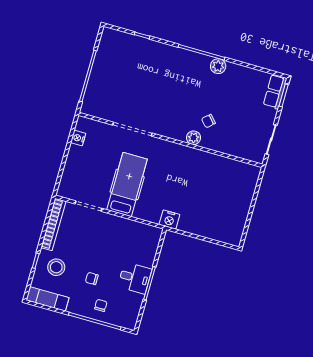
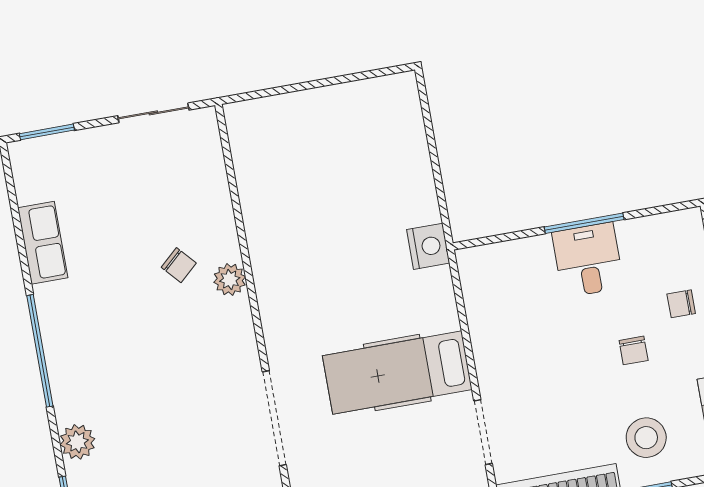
plant: (218, 66) -> (77, 442), moved
row of seats: (275, 92) -> (43, 243), moved, turned -90

